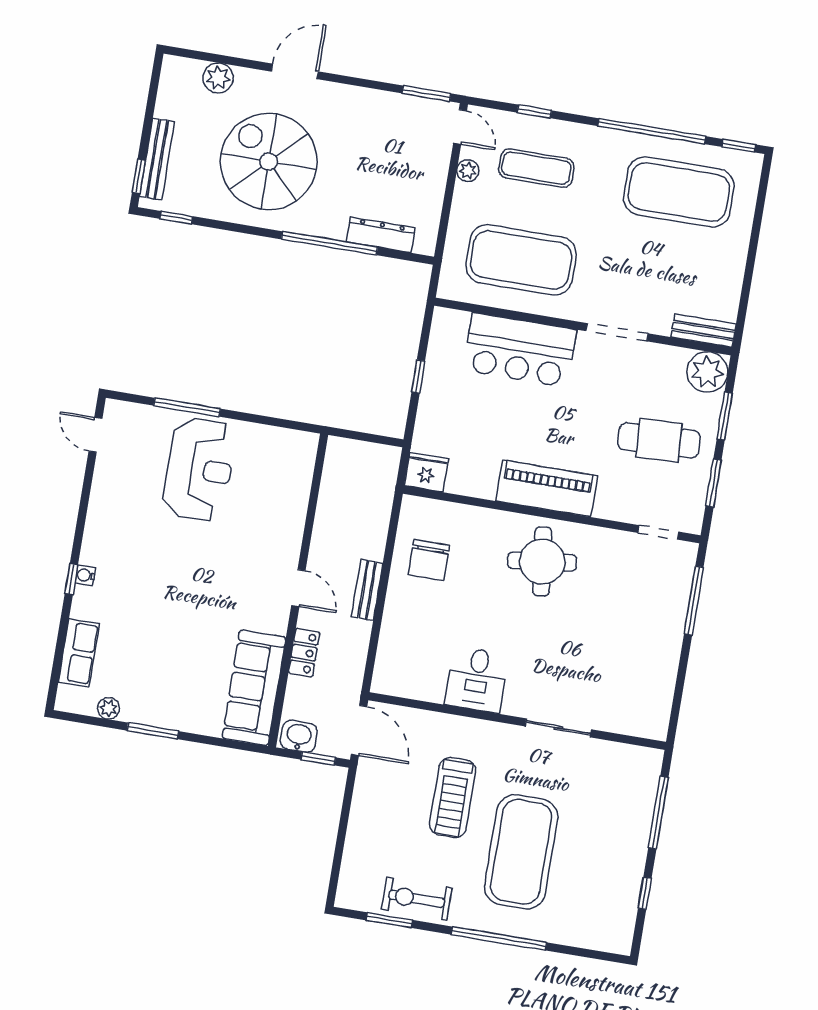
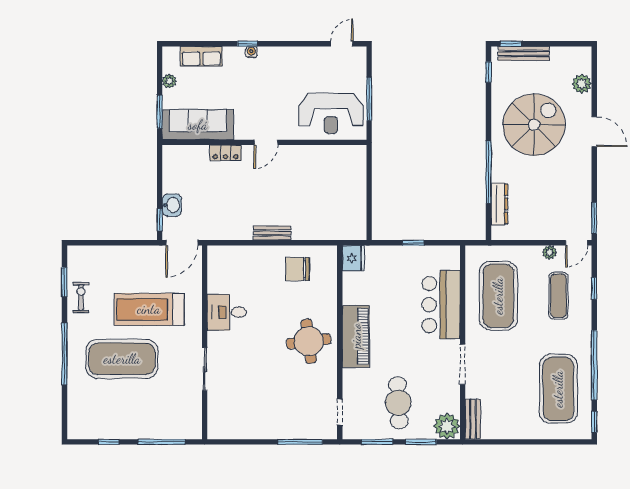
door: (298, 588) -> (266, 142), moved
wall: (298, 590) -> (264, 142), moved
locker: (304, 653) -> (225, 153), moved
sofa: (254, 688) -> (198, 125), moved
treadmill: (453, 797) -> (149, 309), width x1.37, depth x1.38
exercise bike: (417, 899) -> (81, 297), width x0.73, depth x0.72

